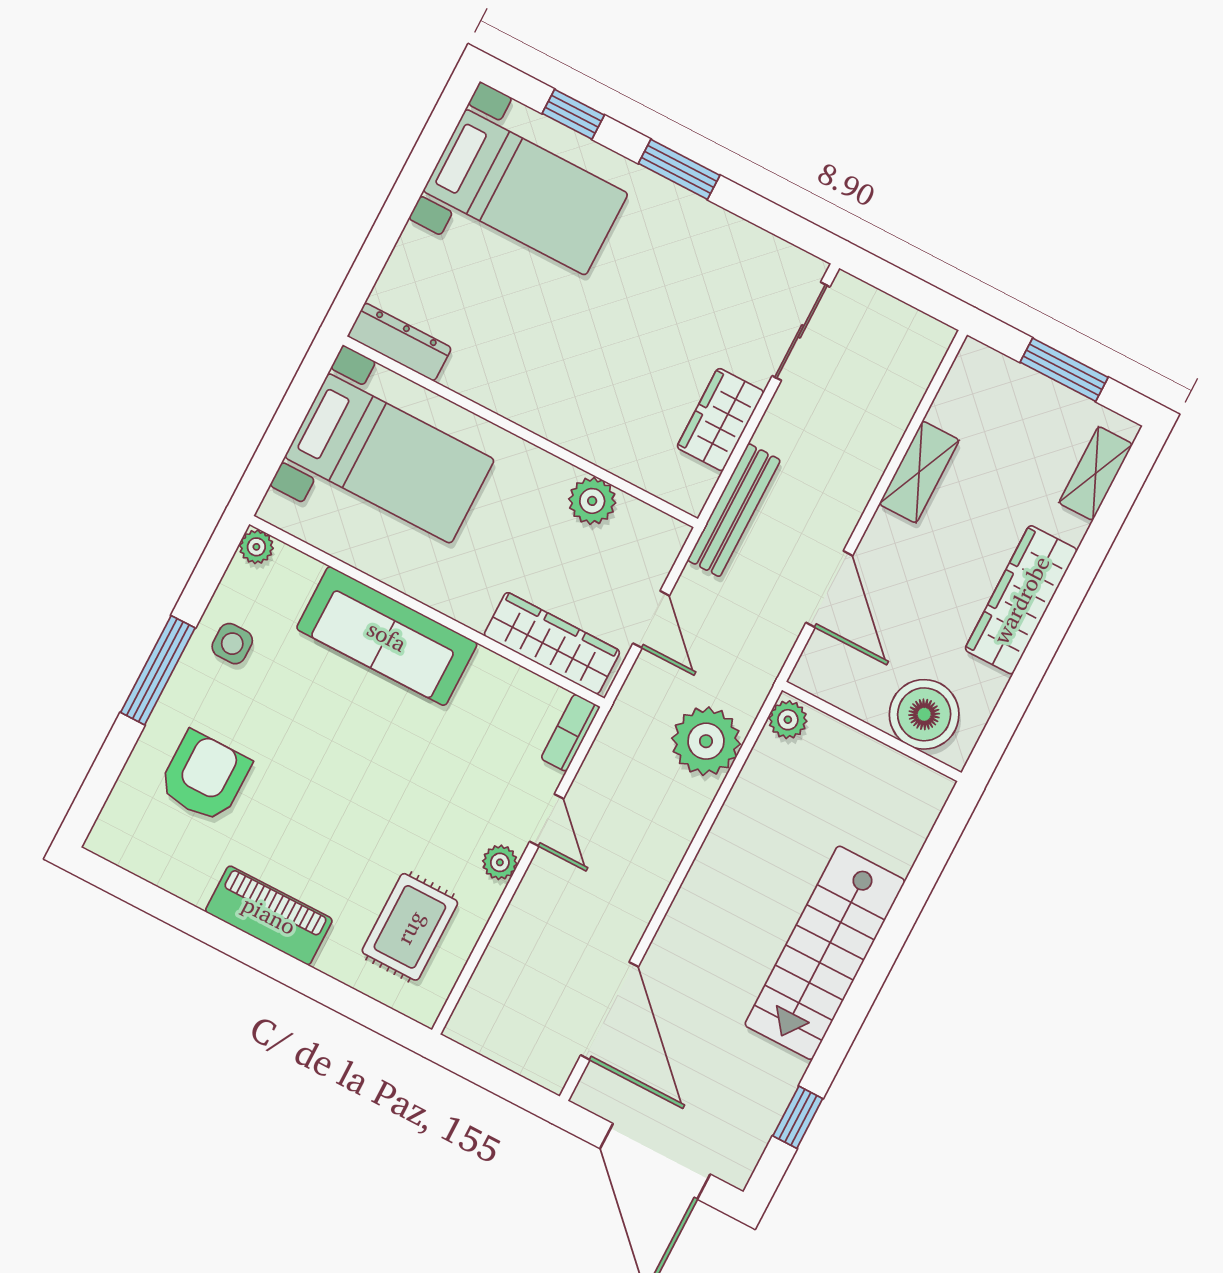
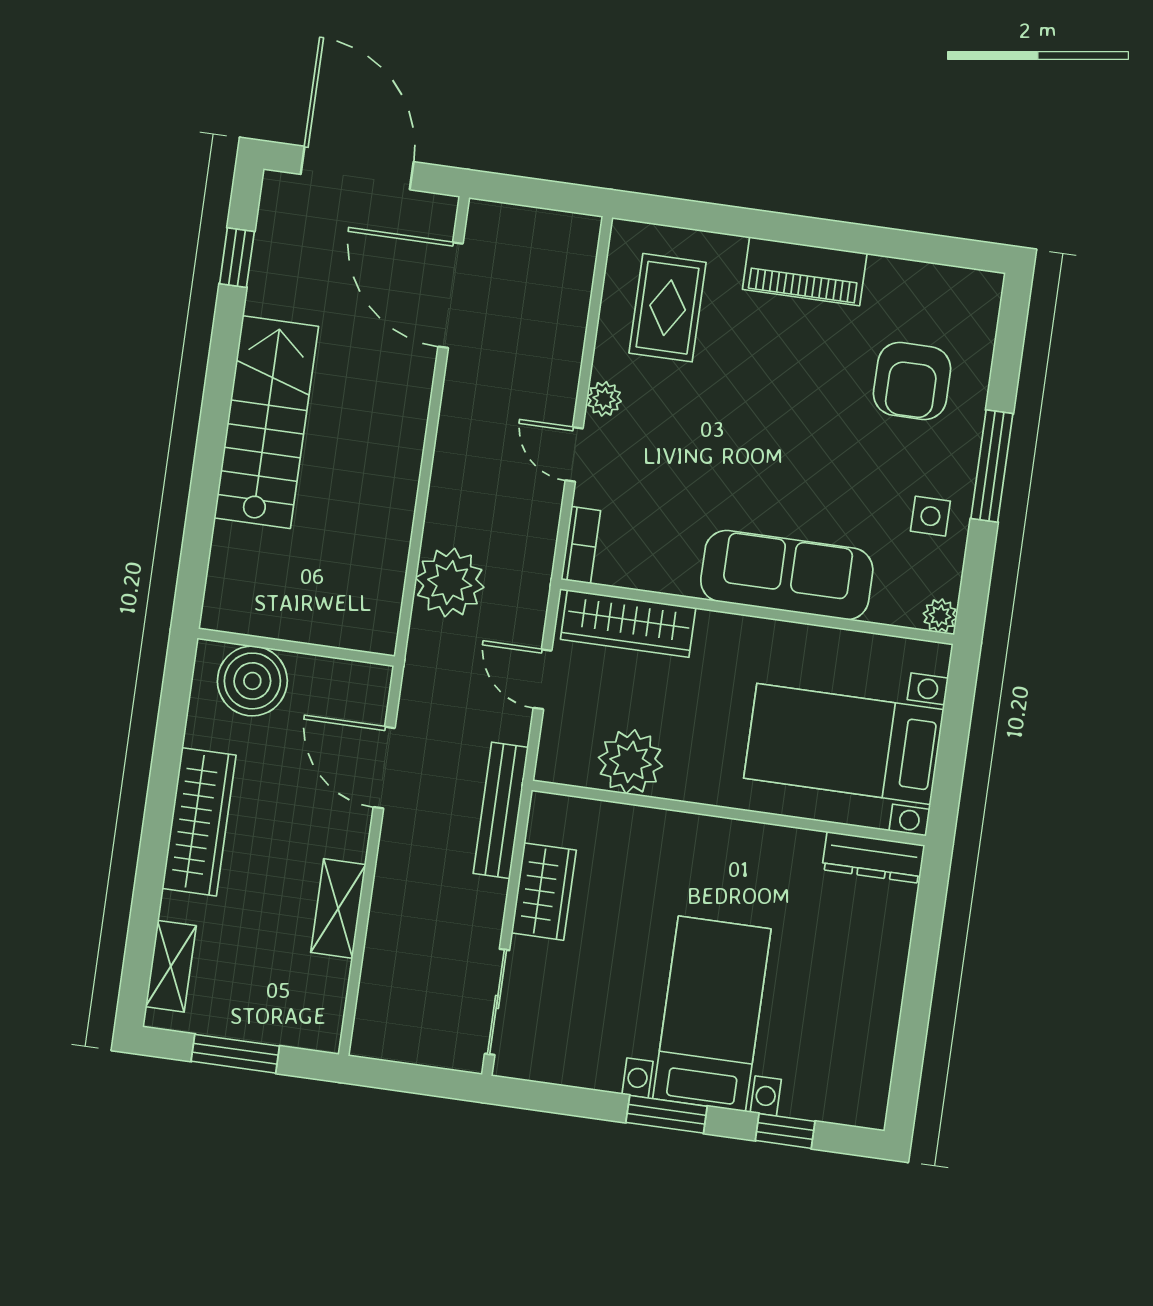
bed with nightstands: (526, 192) -> (712, 1014), moved, turned 90
plant: (592, 501) -> (630, 762), width x1.36, depth x1.36
plant: (788, 720) -> (379, 630), removed

